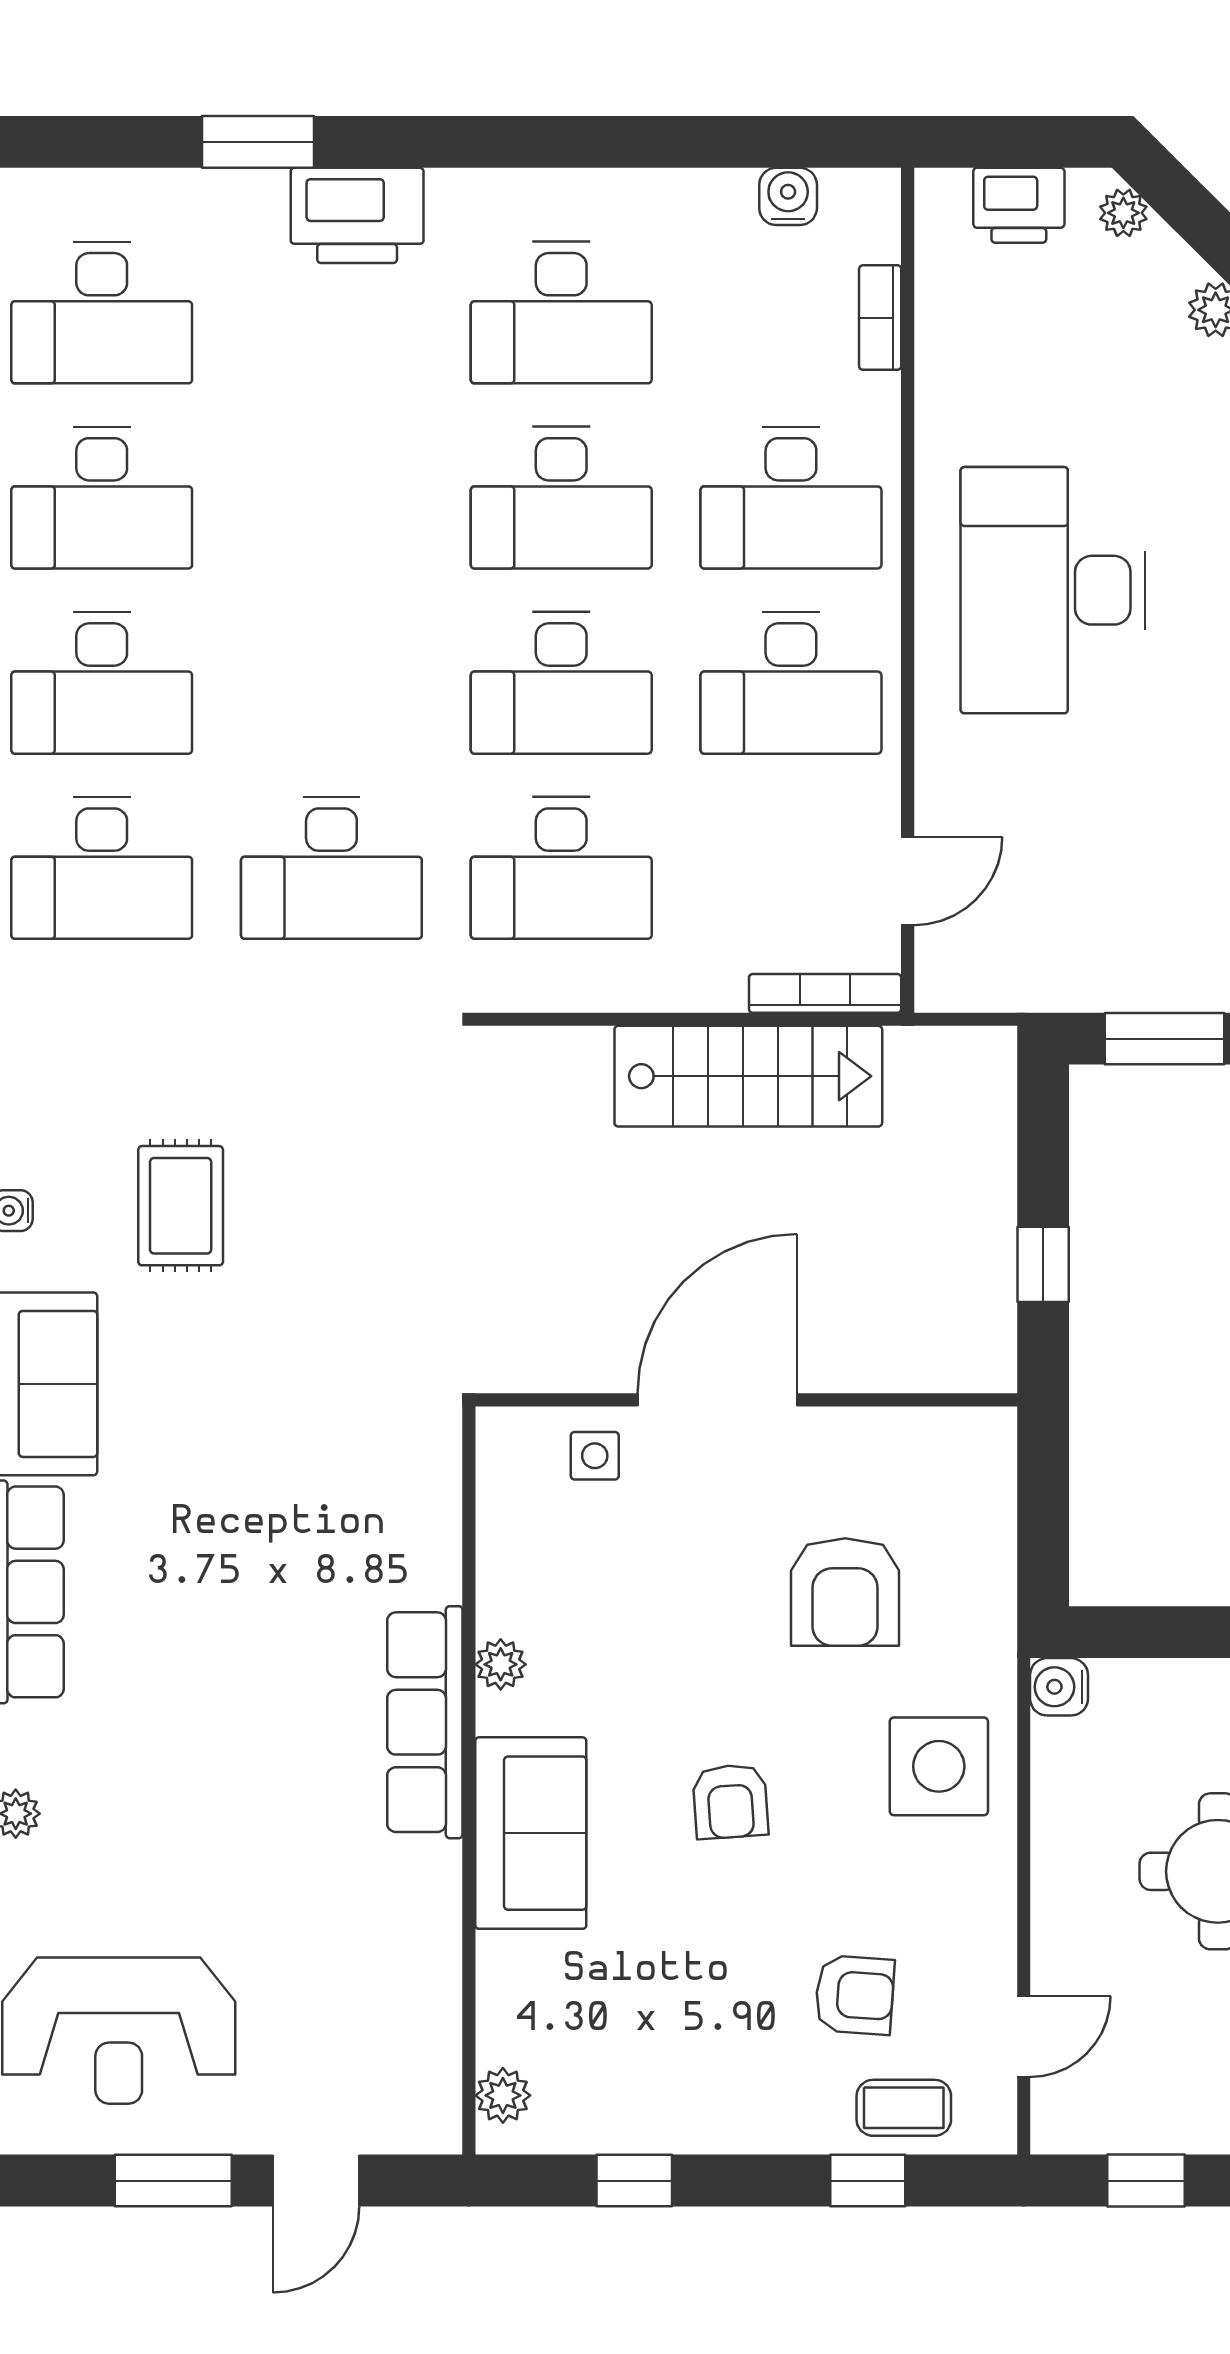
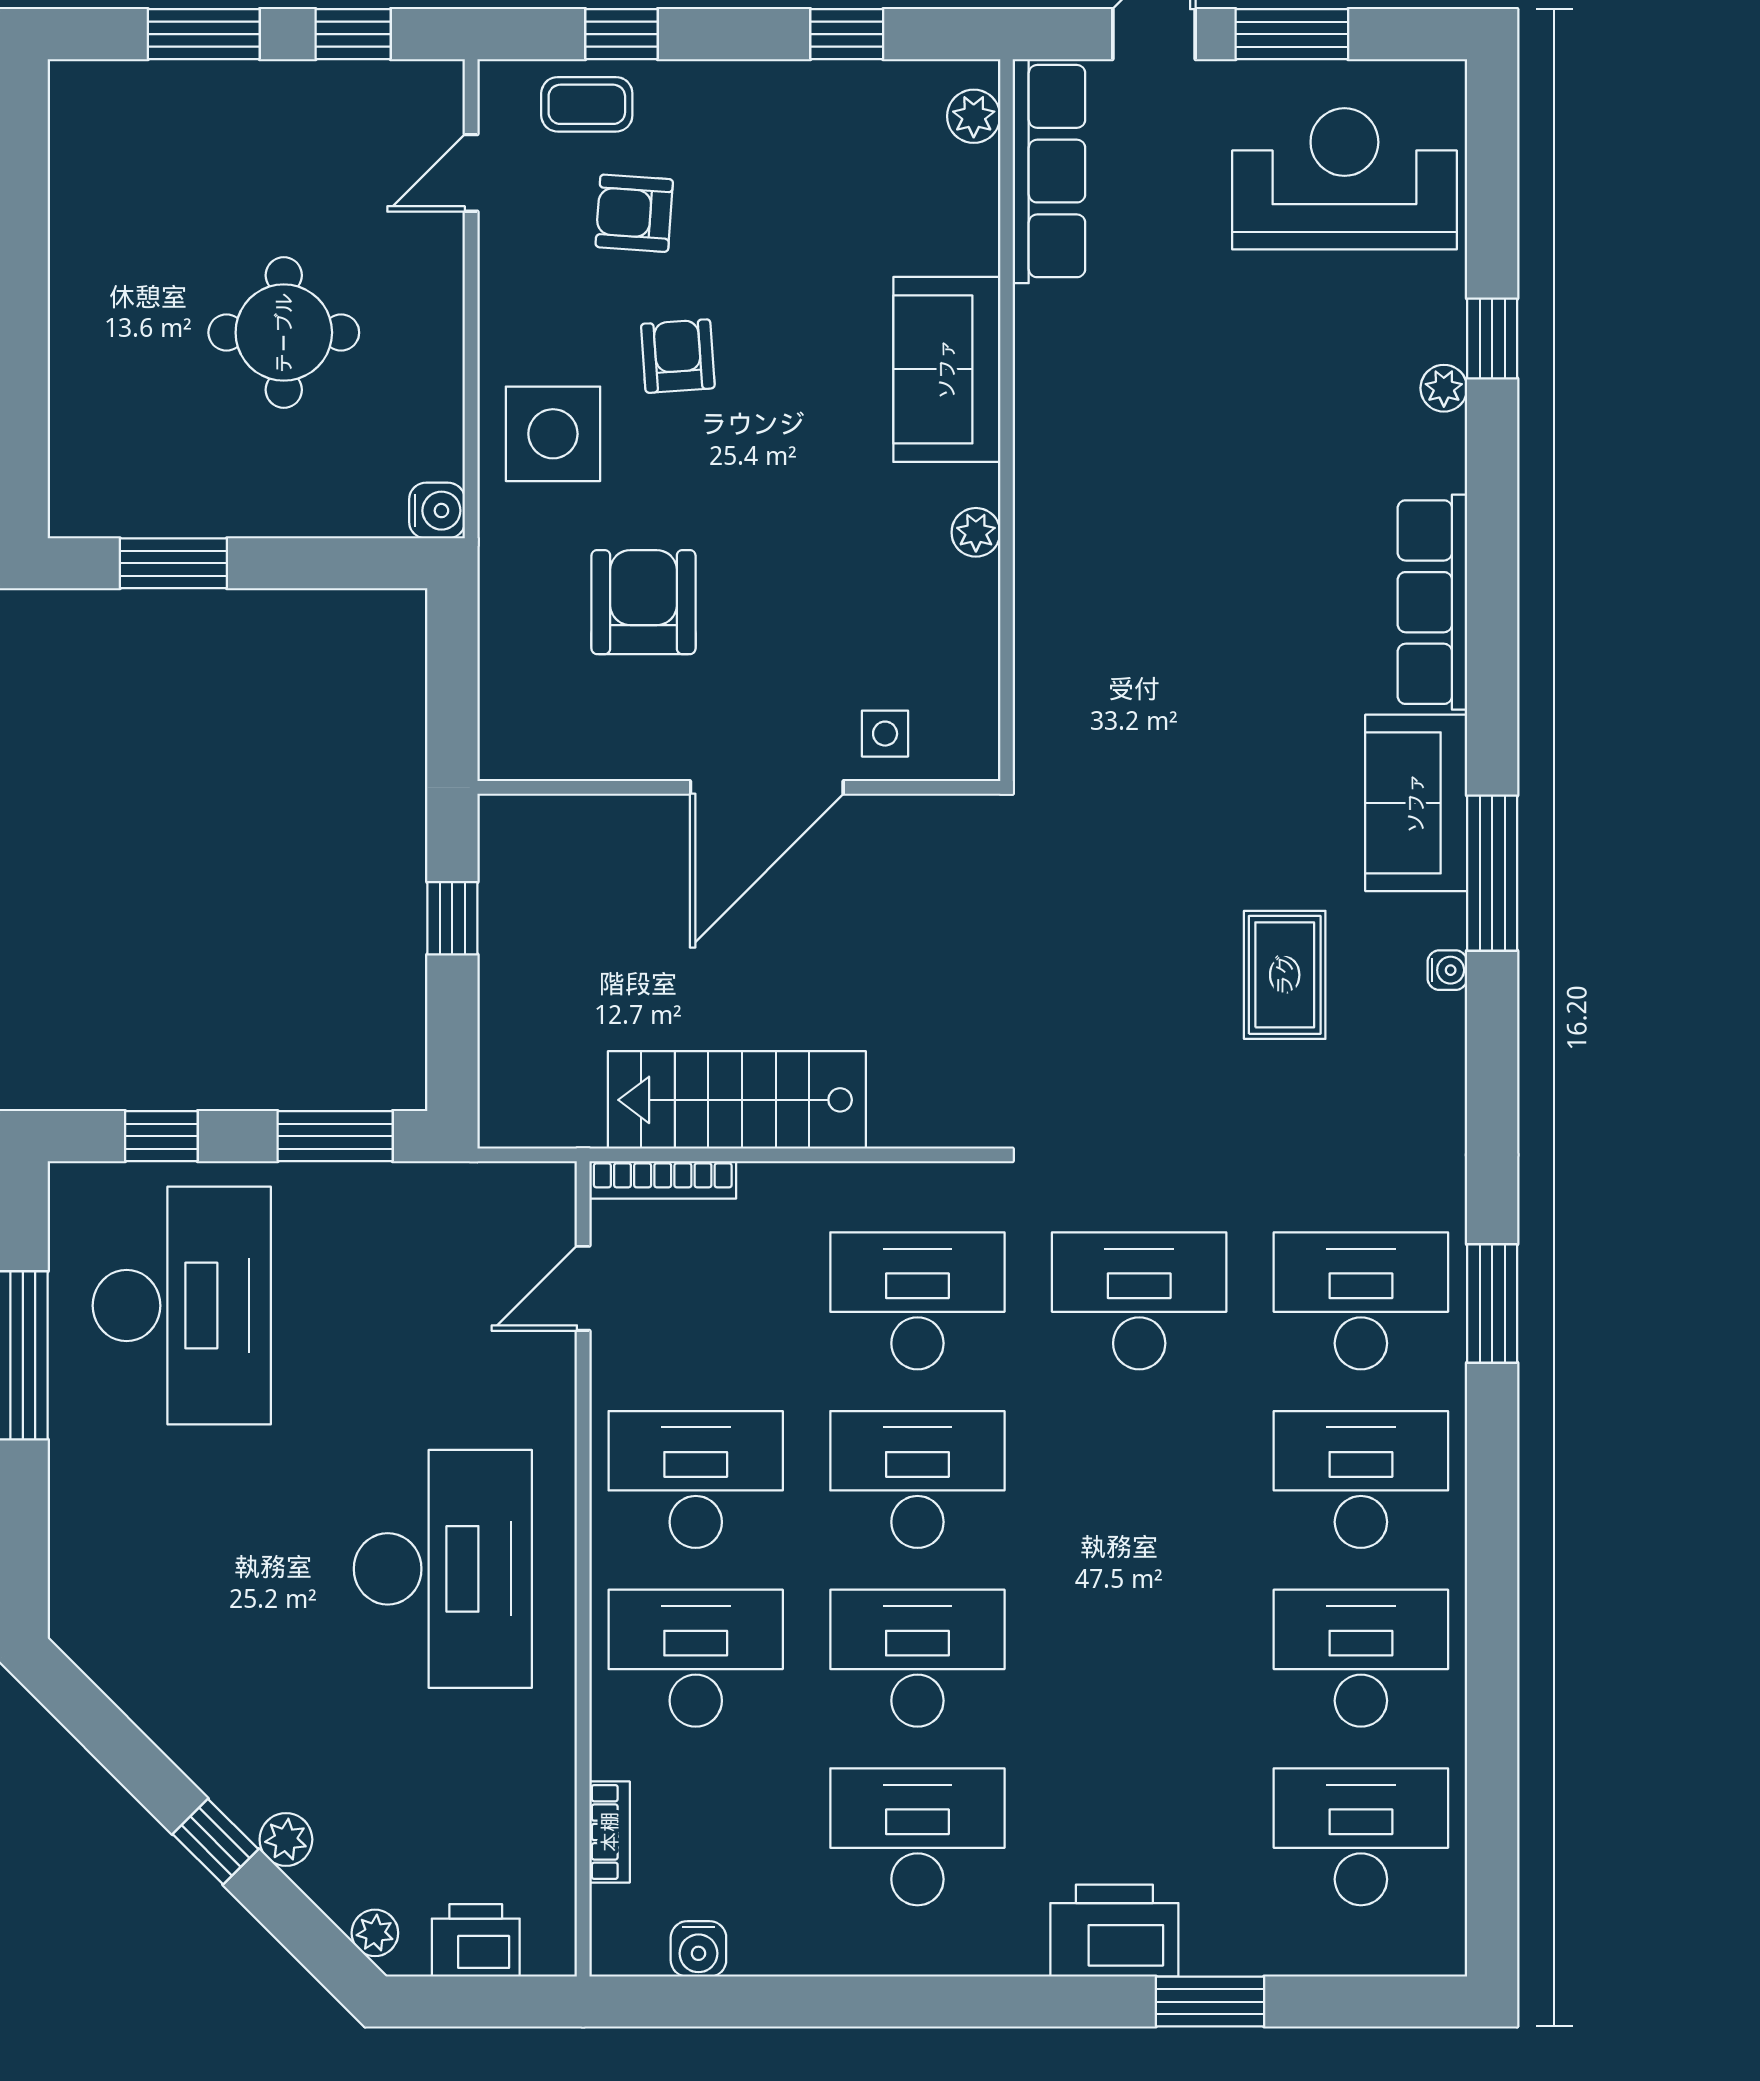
row of seats: (425, 1722) -> (1049, 171), moved
armchair: (730, 1801) -> (678, 356), moved

